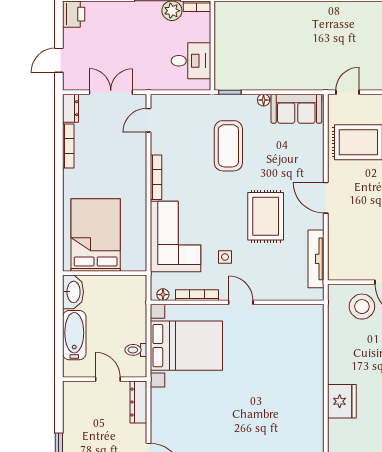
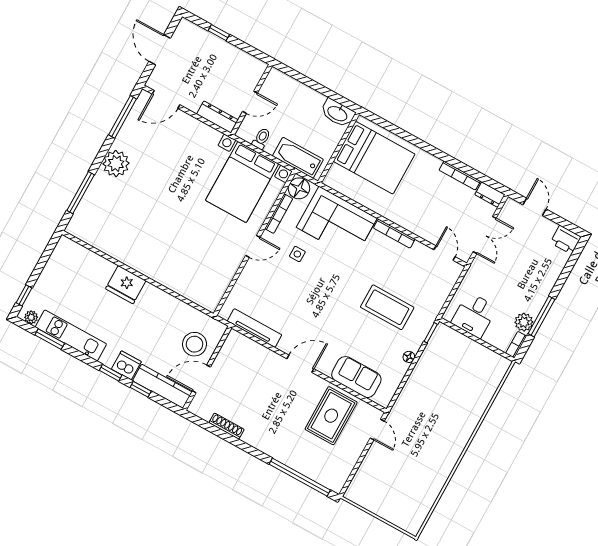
sofa: (296, 109) -> (356, 377), moved, turned 90
rug: (266, 216) -> (312, 306), removed
floor lamp: (163, 295) -> (299, 188), width x1.89, depth x1.89
bathtub: (74, 335) -> (298, 158), moved, turned 180

